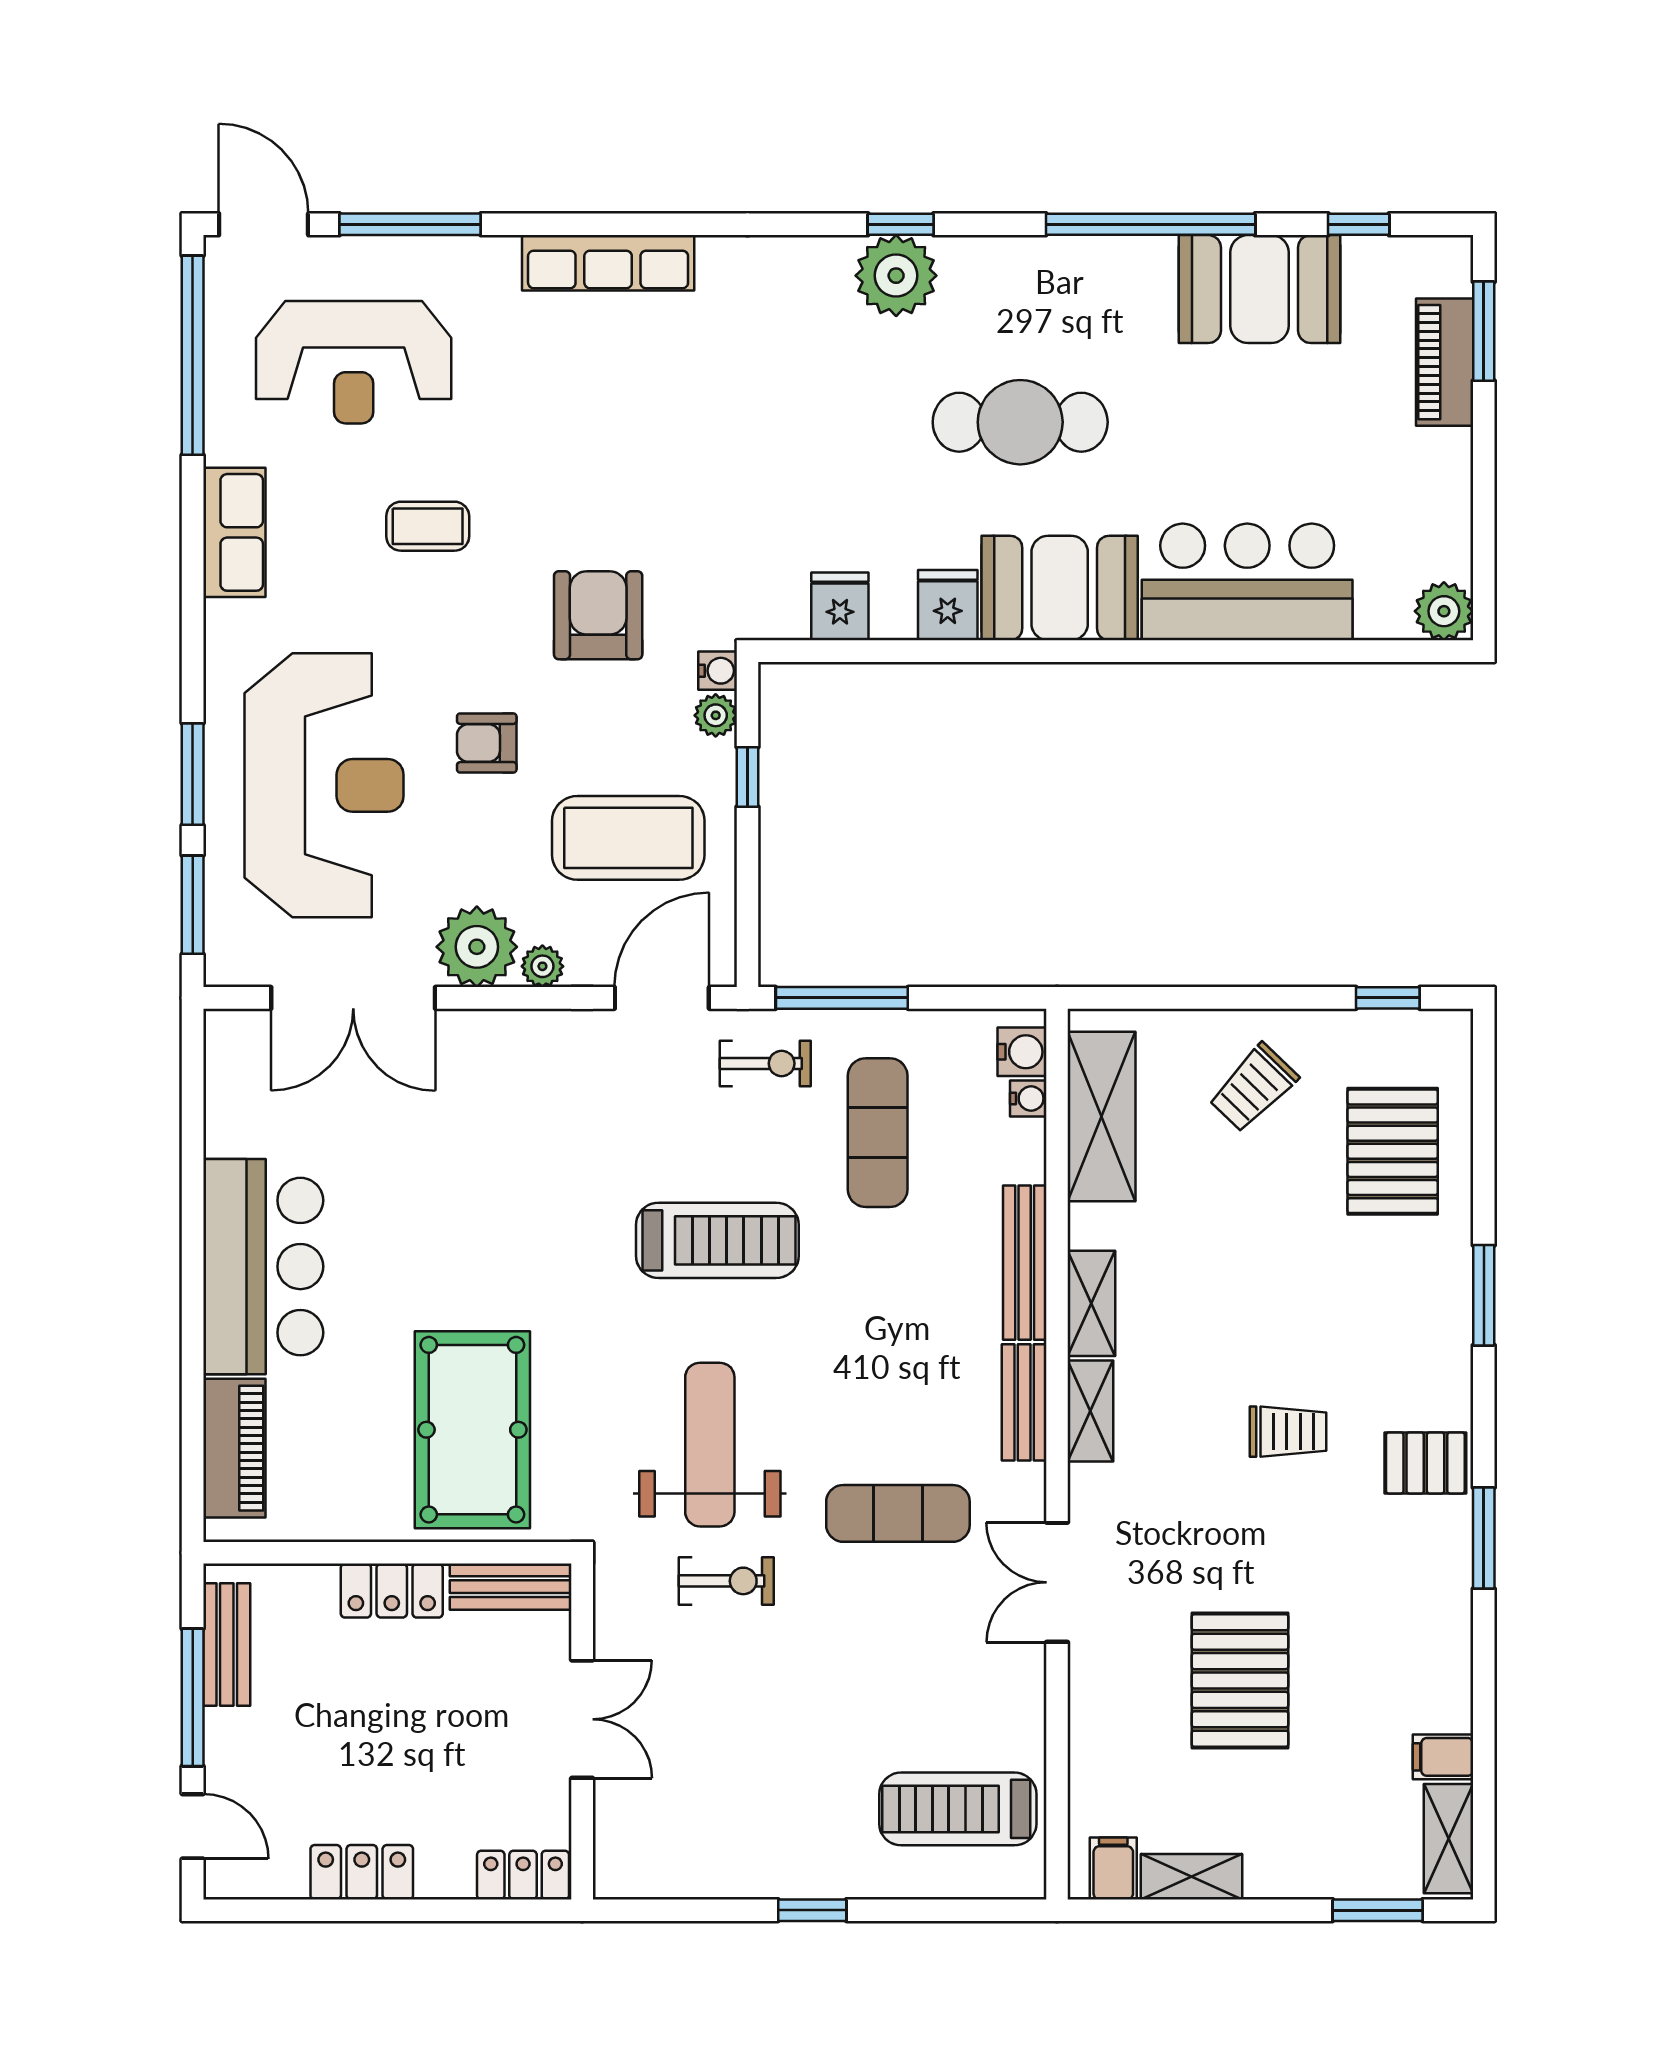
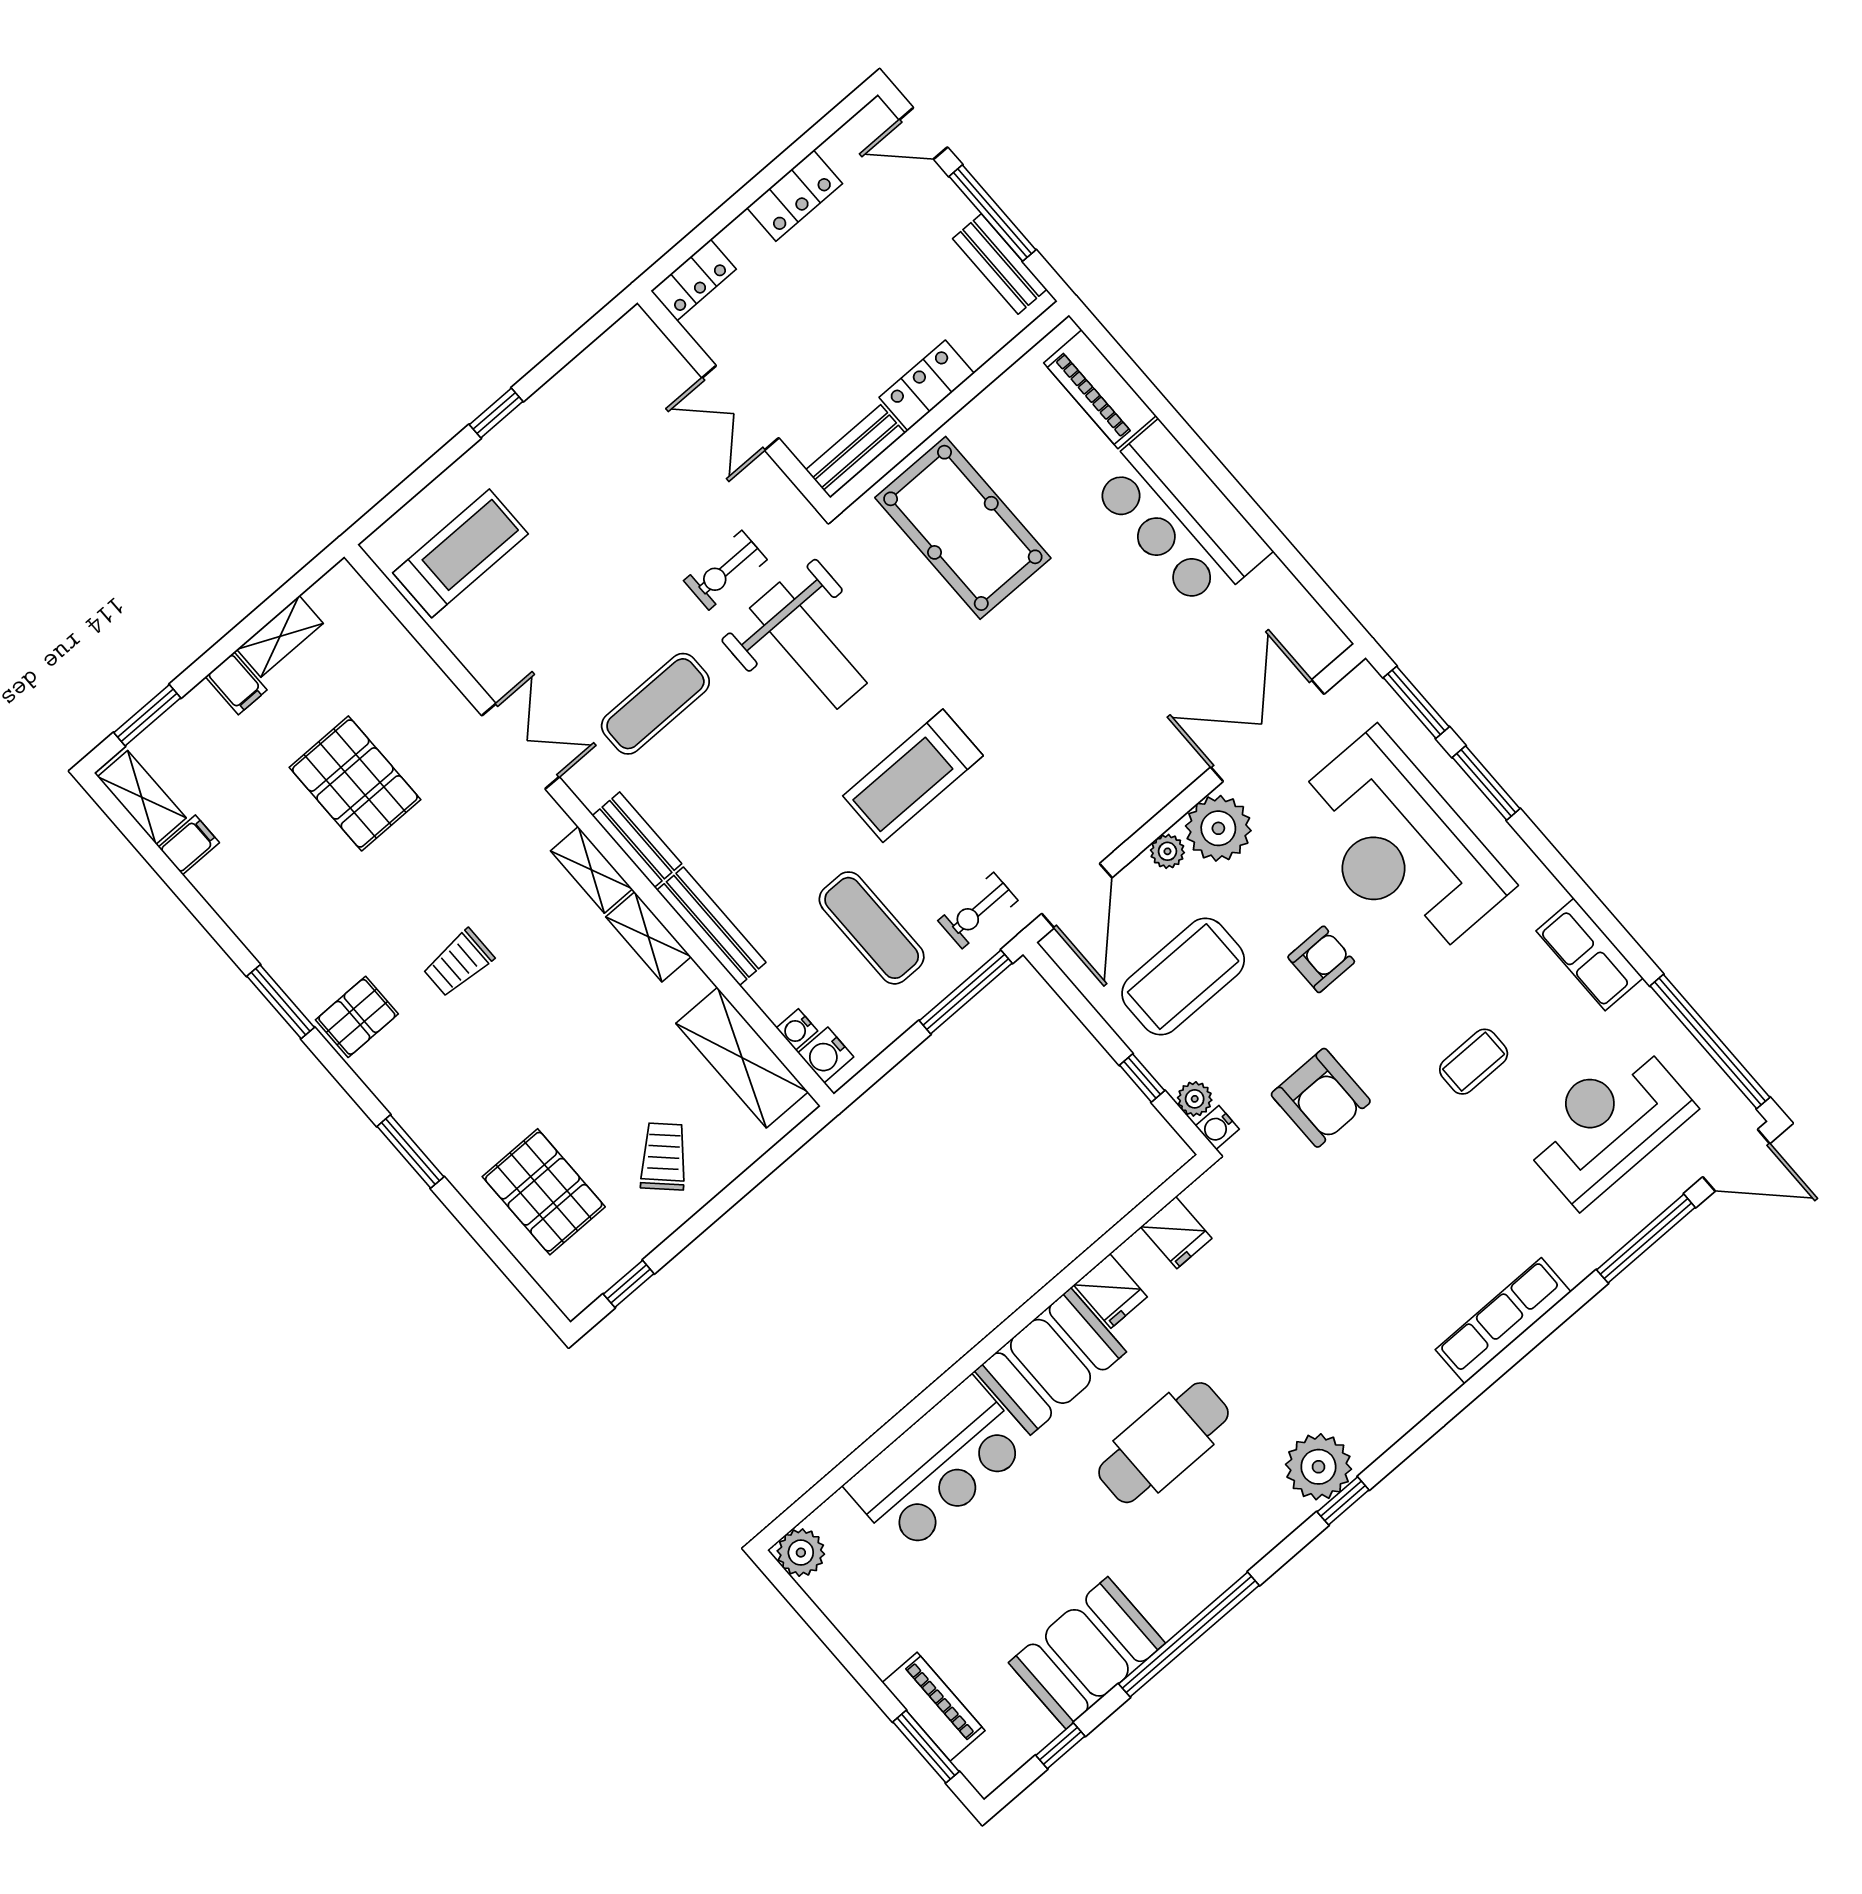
filing cabinet: (1113, 1868) -> (236, 683), moved

